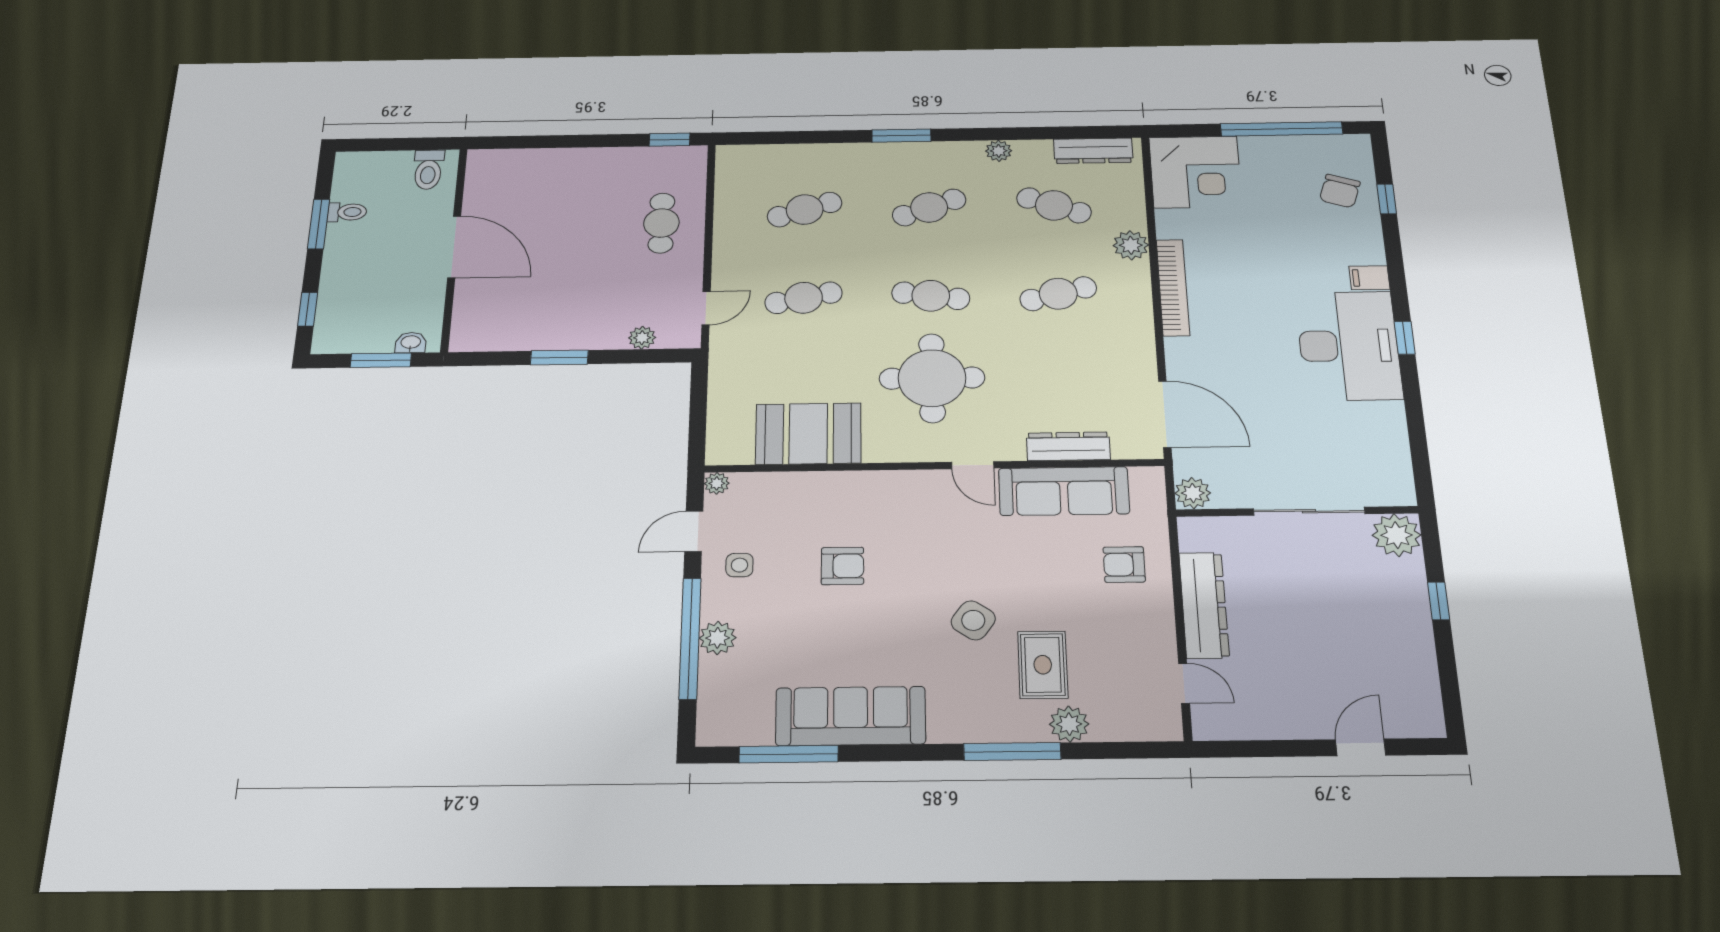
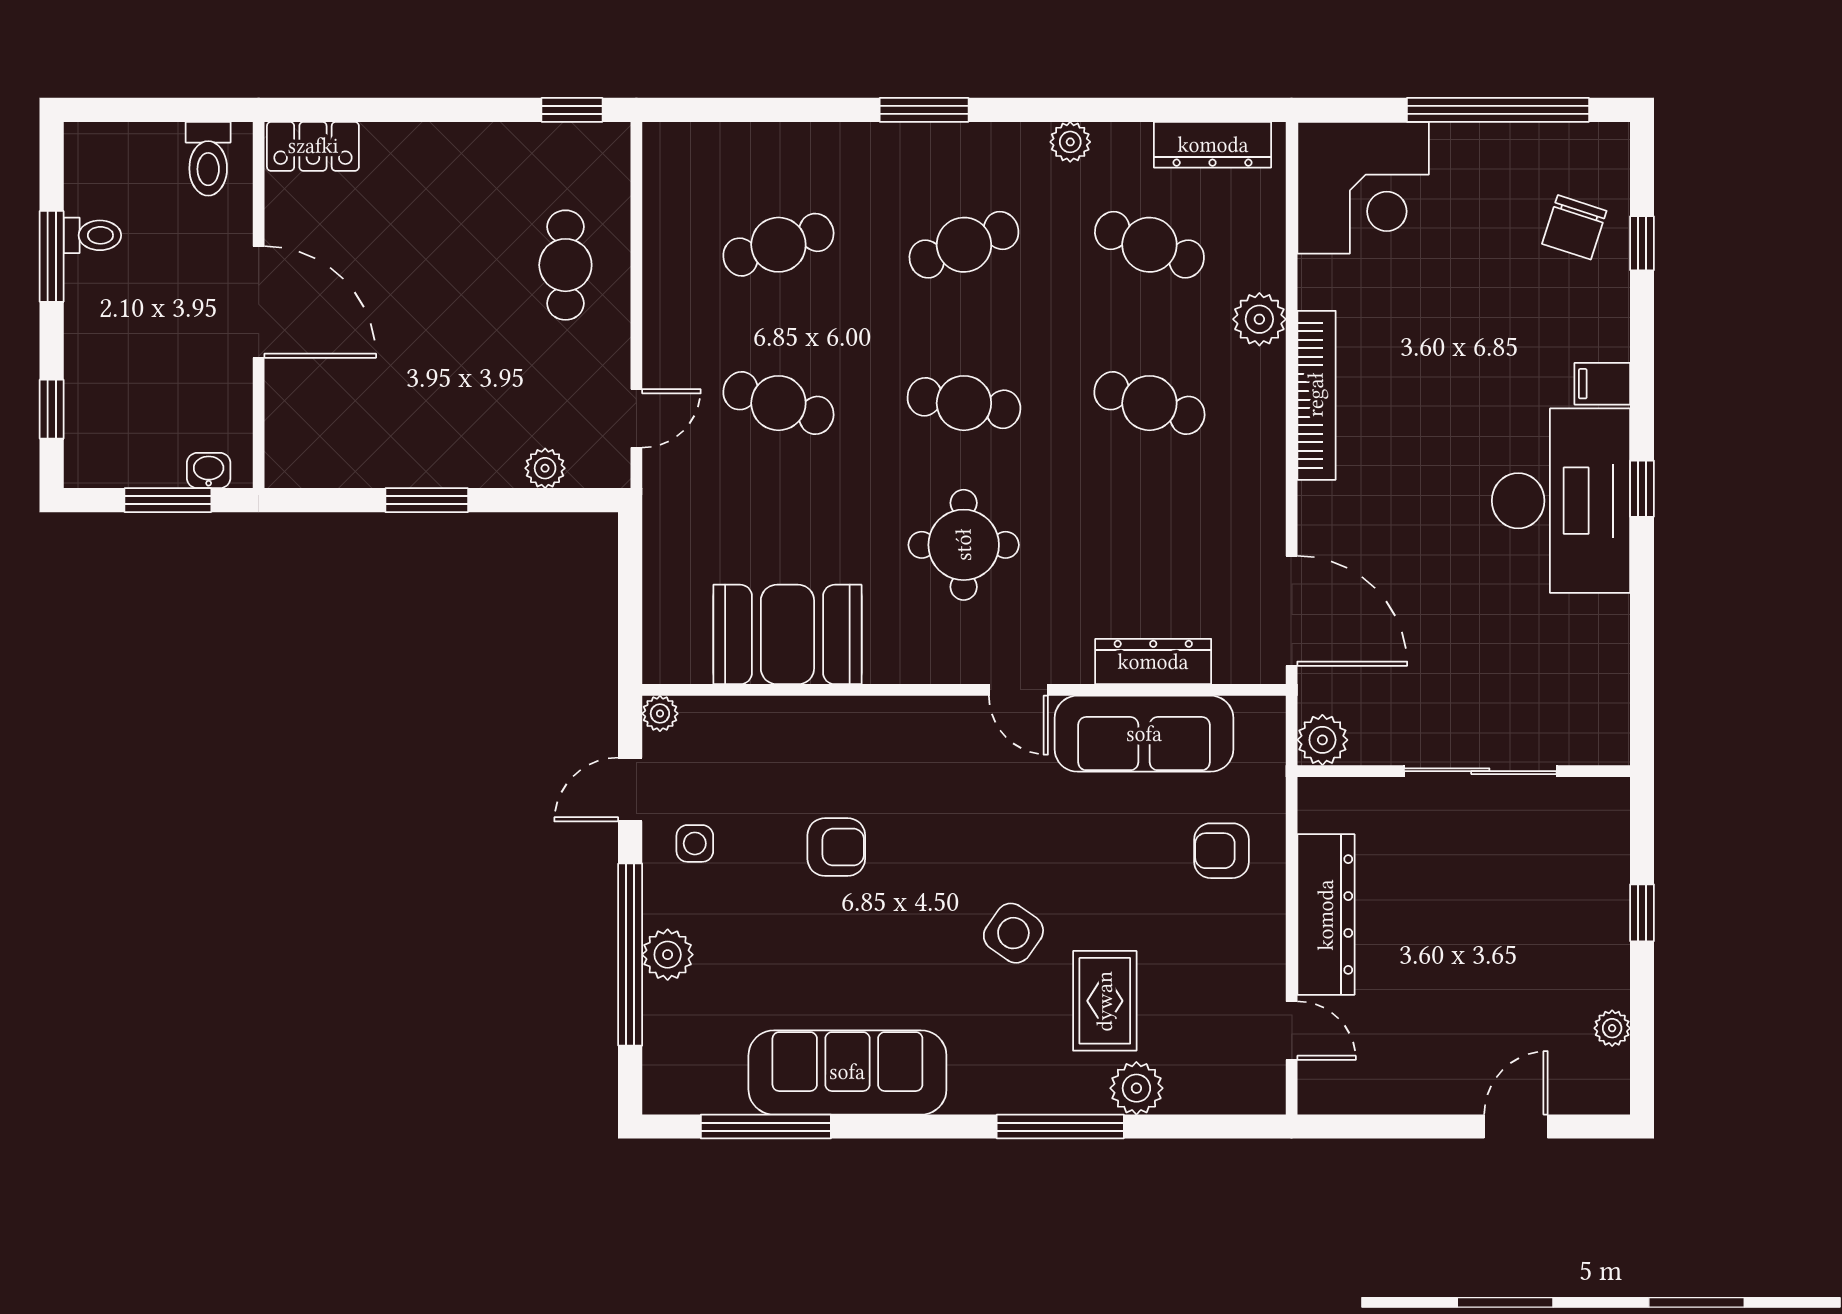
locker: (498, 162) -> (313, 146), added
cafe table: (1058, 294) -> (1149, 403), turned 33
cafe table: (804, 298) -> (778, 403), turned 30
round table: (932, 378) -> (964, 545), width x0.73, depth x0.73
plant: (1397, 535) -> (1612, 1028), moved, width x0.53, depth x0.53

